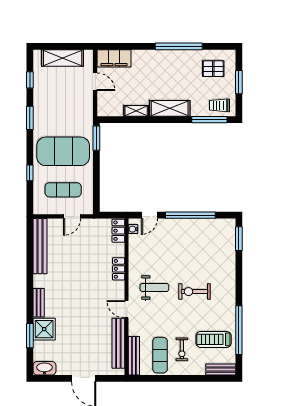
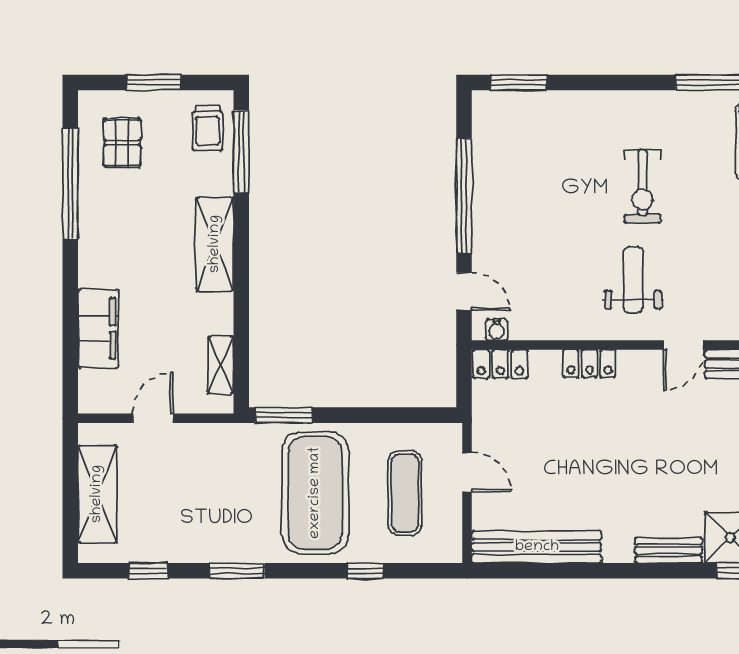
window: (179, 46) -> (70, 184), moved
filing cabinet: (114, 58) -> (98, 329), moved
shelving: (136, 111) -> (221, 365), moved

